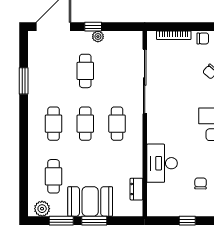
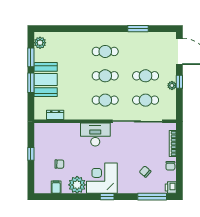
desk: (162, 163) -> (95, 135), moved
cafe table: (54, 176) -> (146, 100), moved

